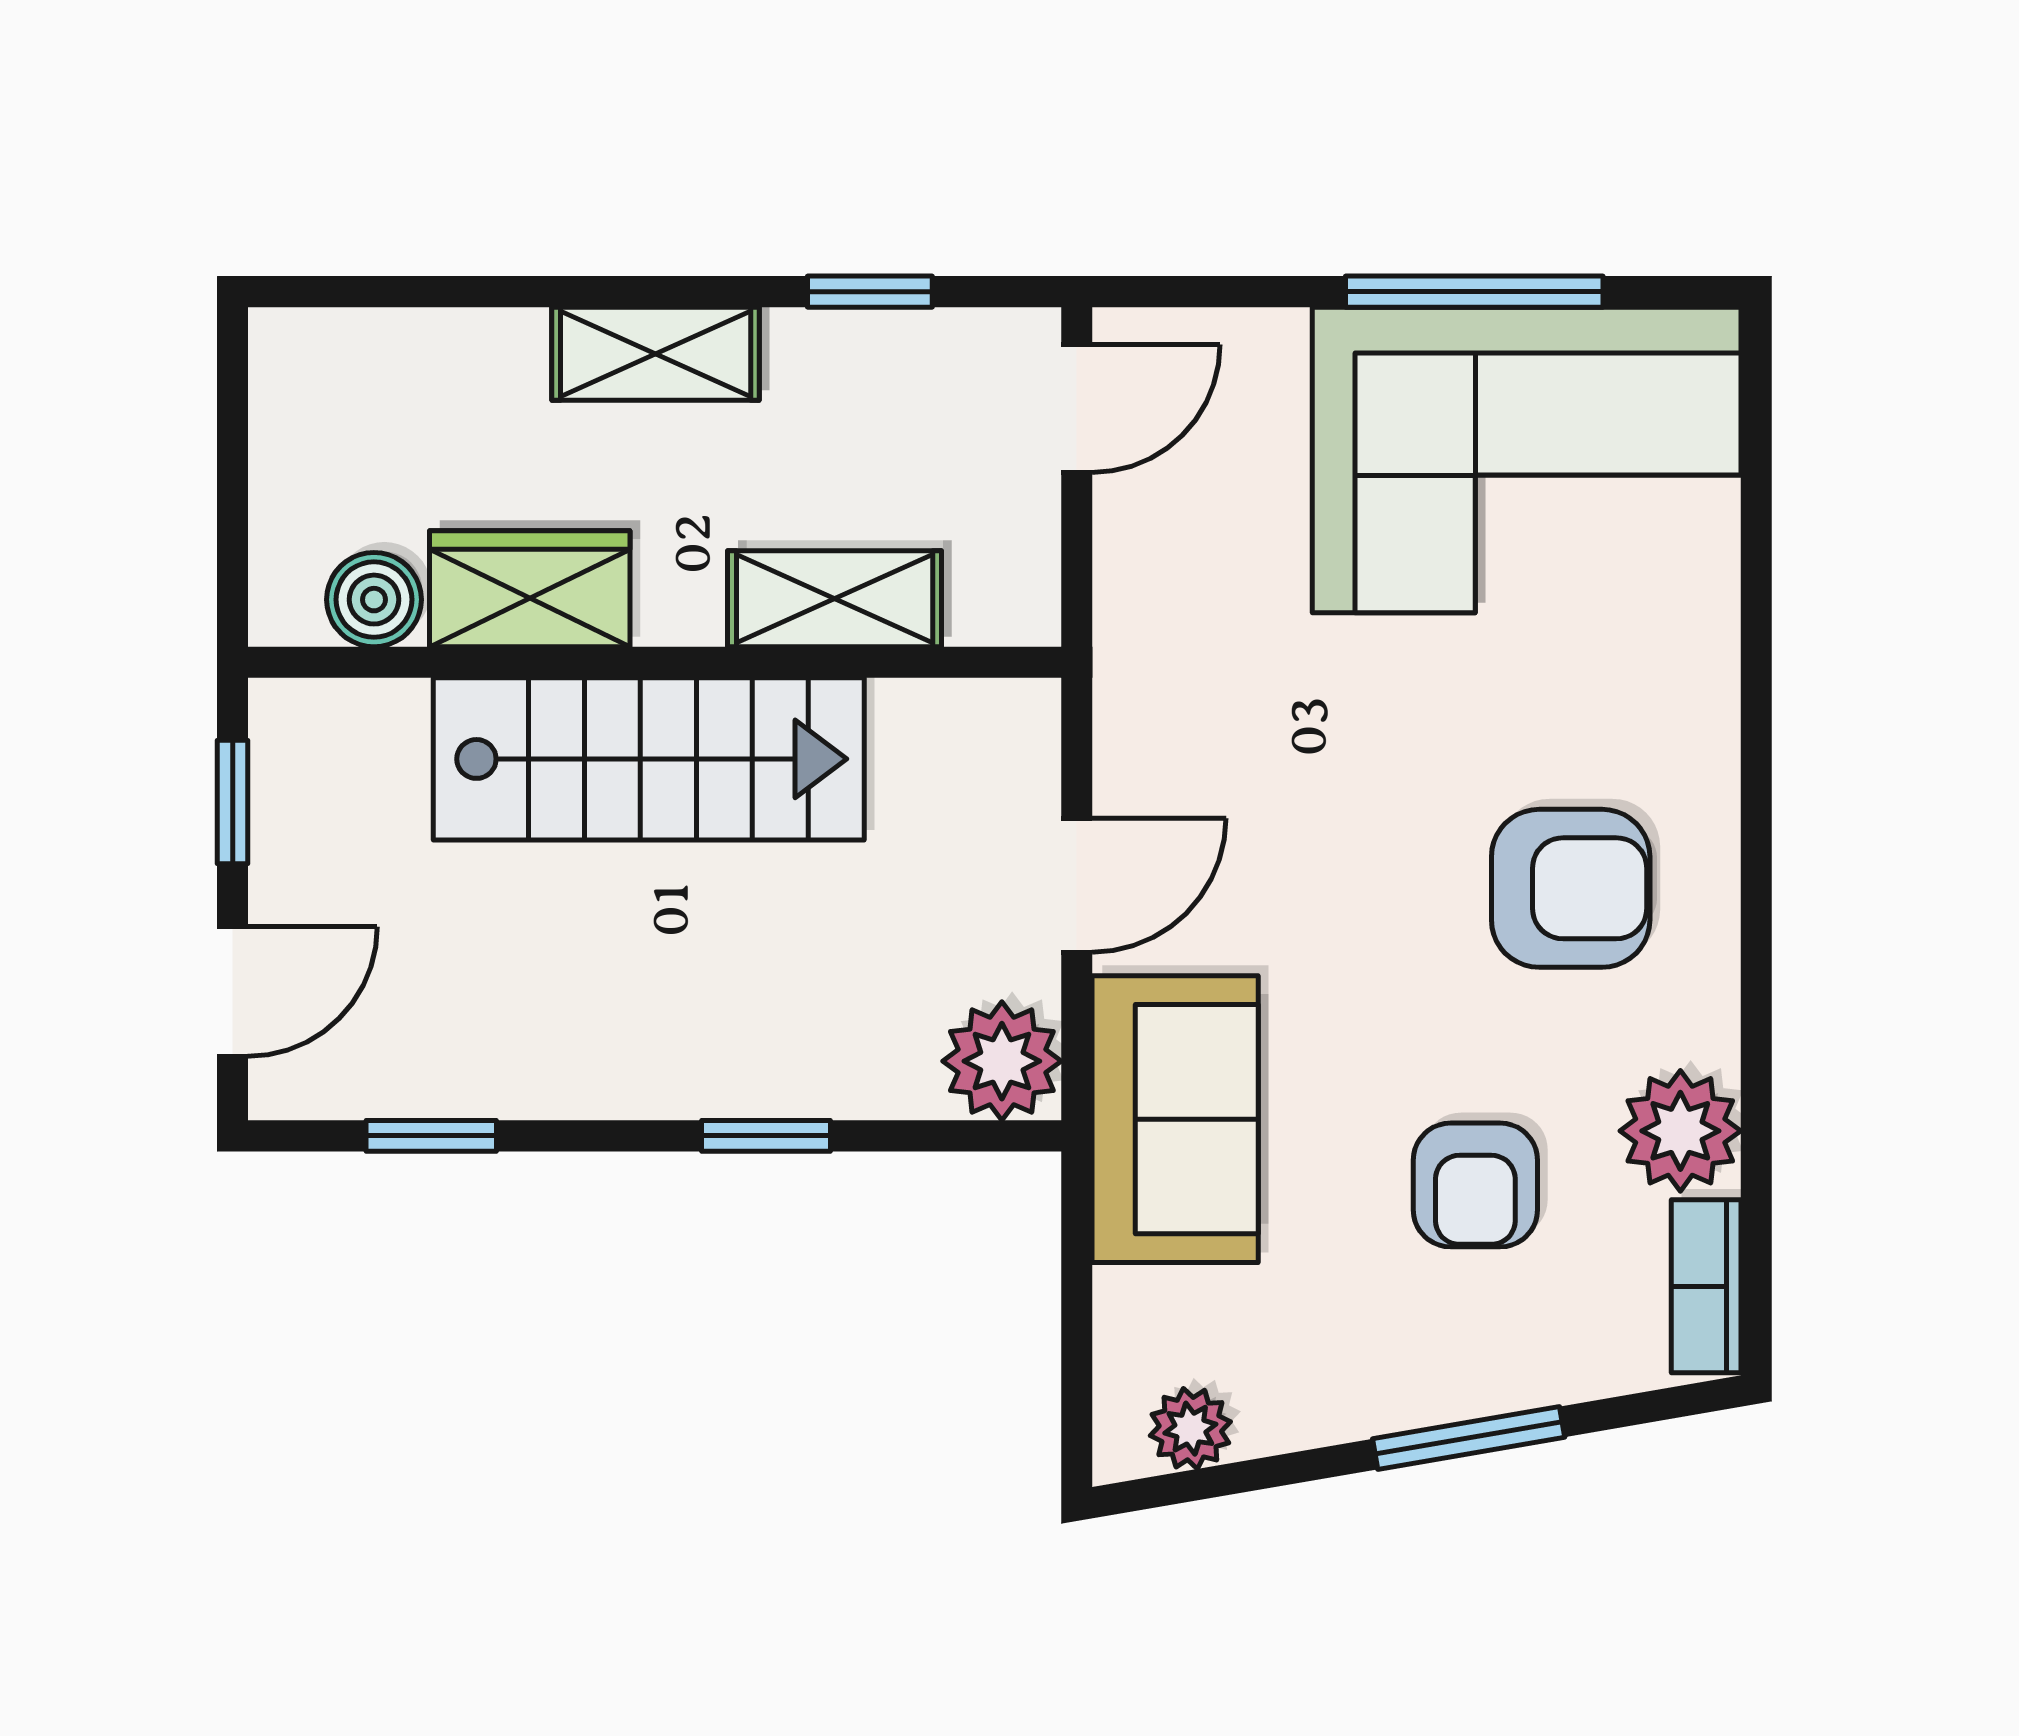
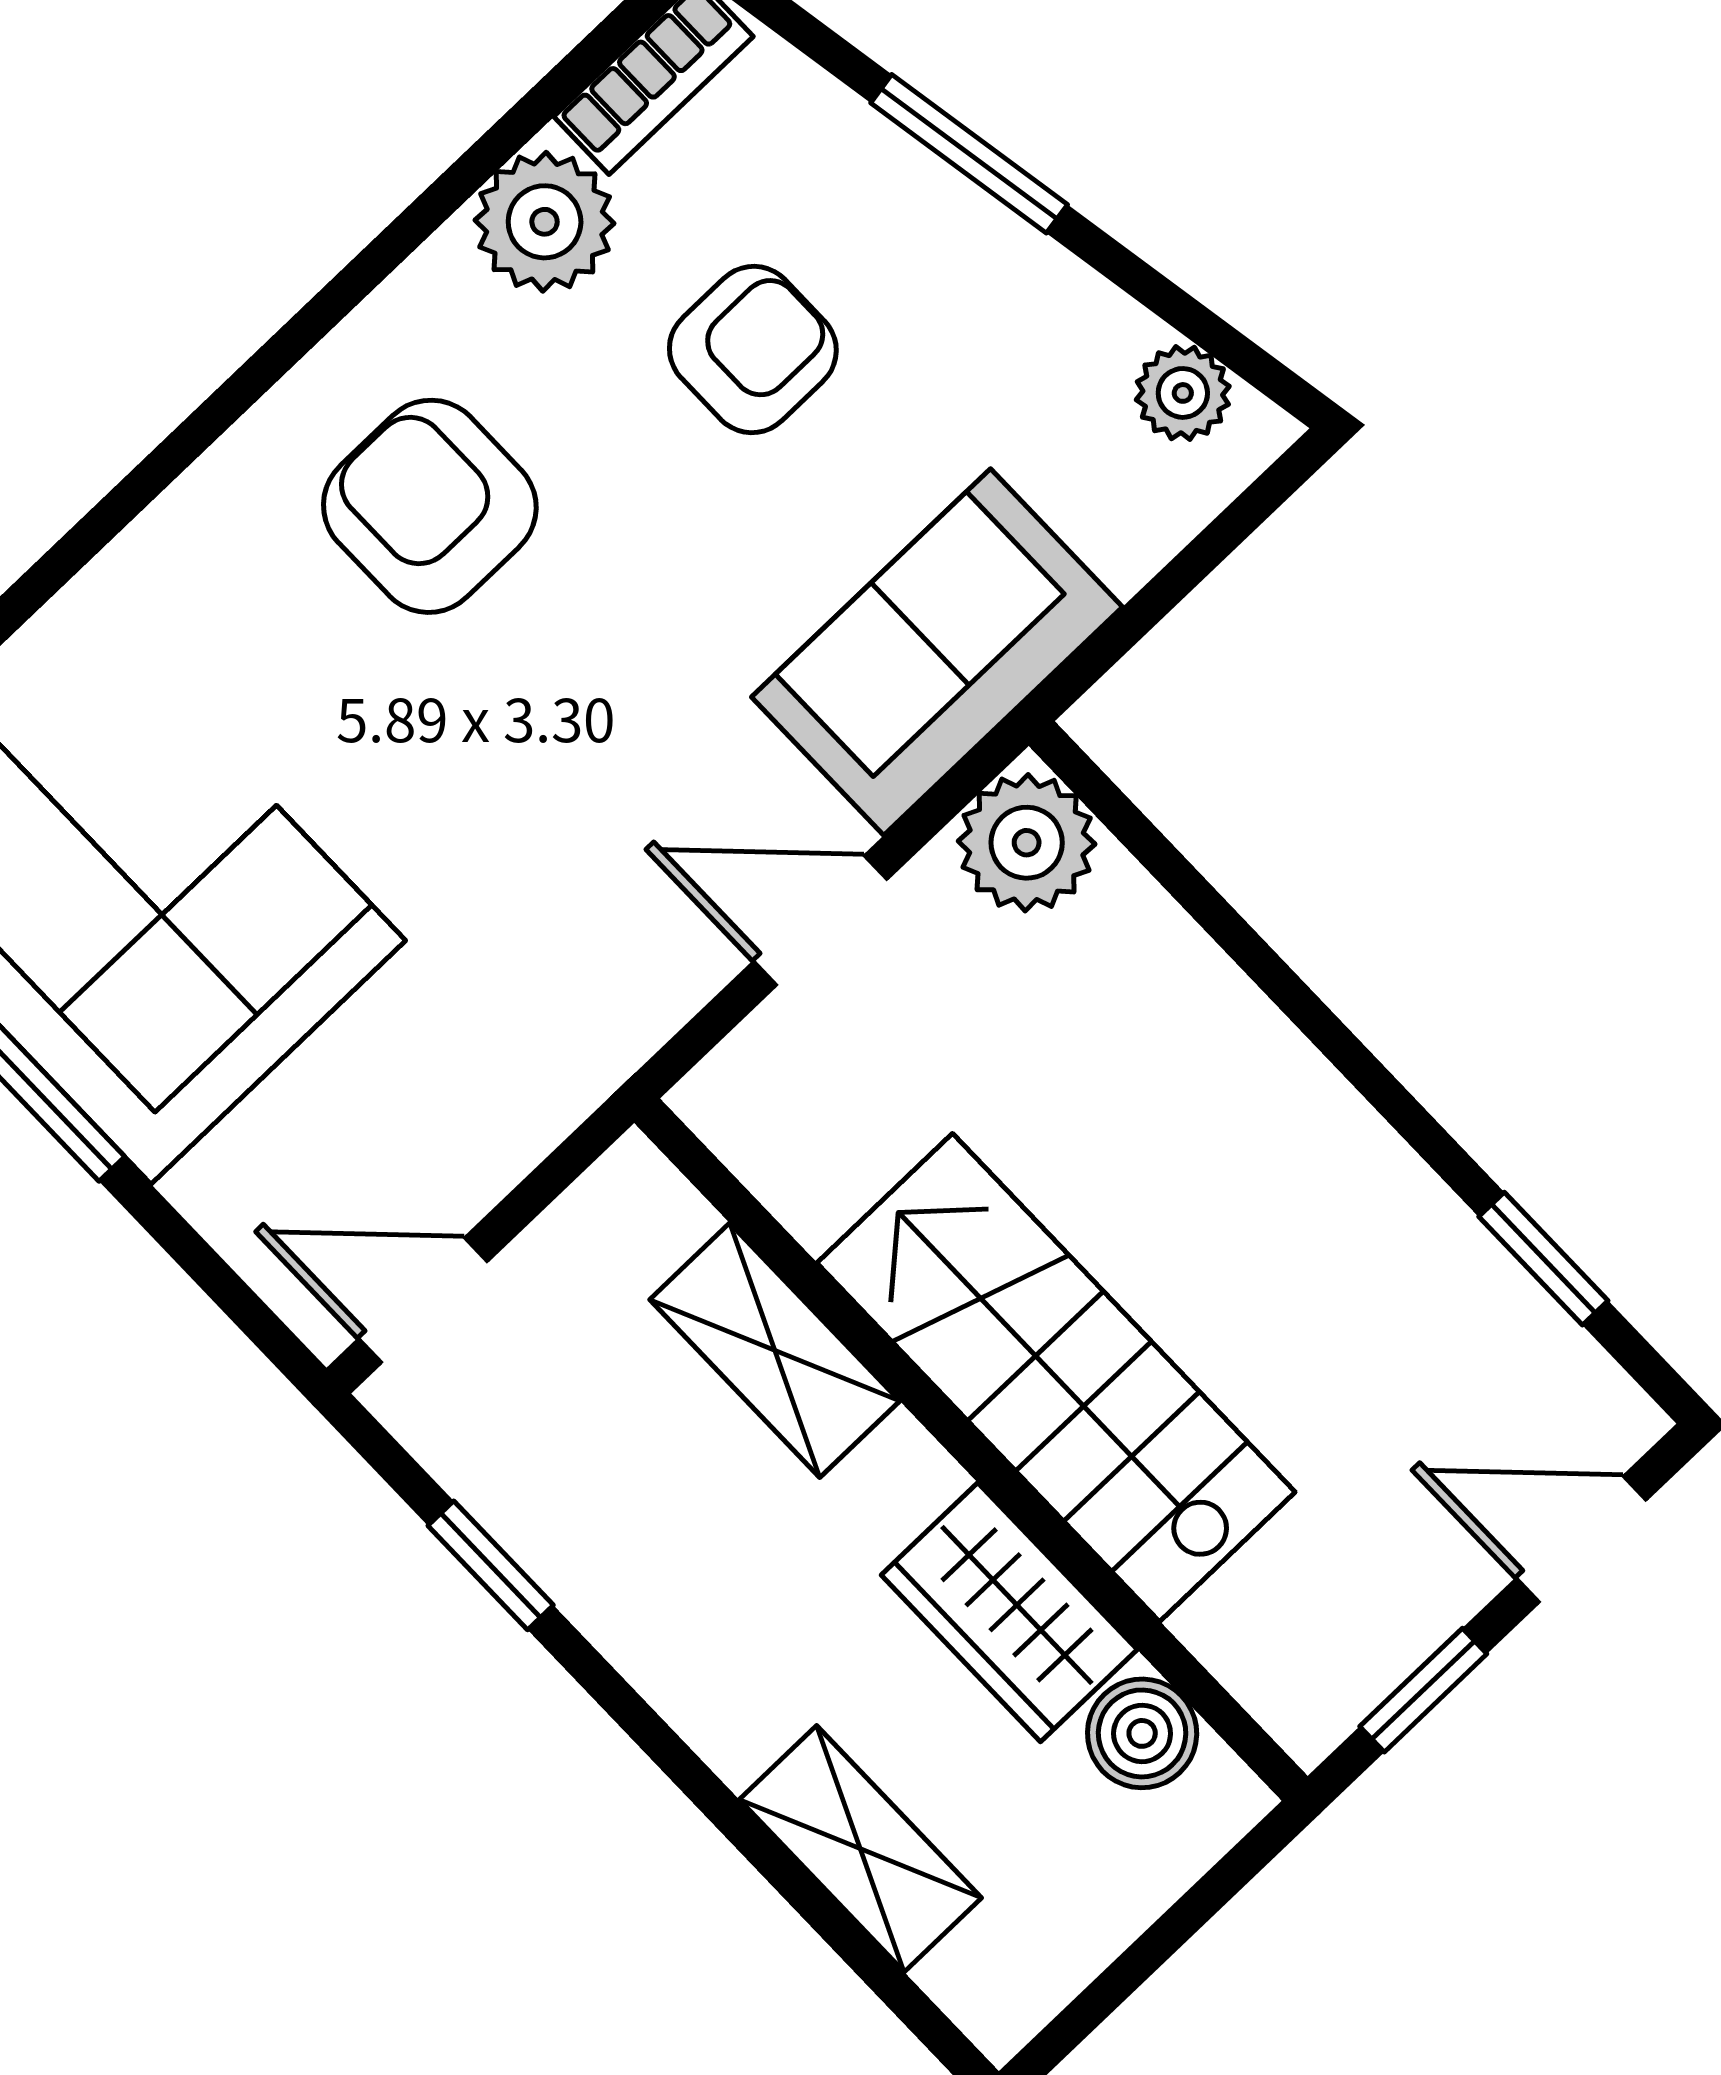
shelving: (656, 354) -> (860, 1849), moved
window: (766, 1136) -> (1277, 980), removed

